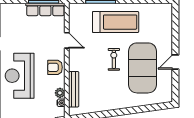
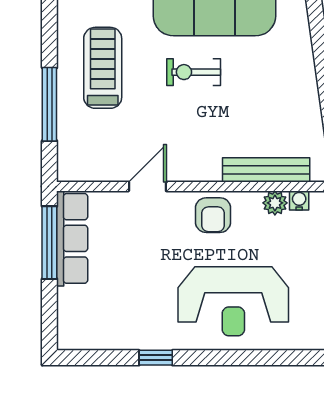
treadmill: (116, 22) -> (103, 68), width x0.73, depth x0.73

